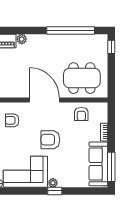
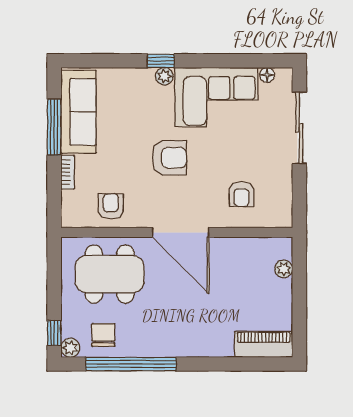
plant: (22, 39) -> (70, 348), moved
chair: (85, 46) -> (103, 335), added
armchair: (12, 120) -> (241, 194), turned 90
window: (111, 167) -> (54, 127), moved

